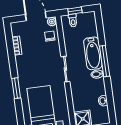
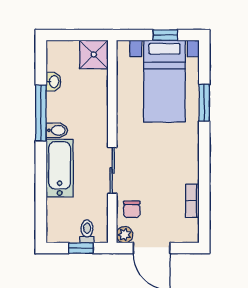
window: (105, 61) -> (41, 113), moved
sliding door: (65, 69) -> (112, 170), moved
window: (16, 88) -> (204, 103), moved

